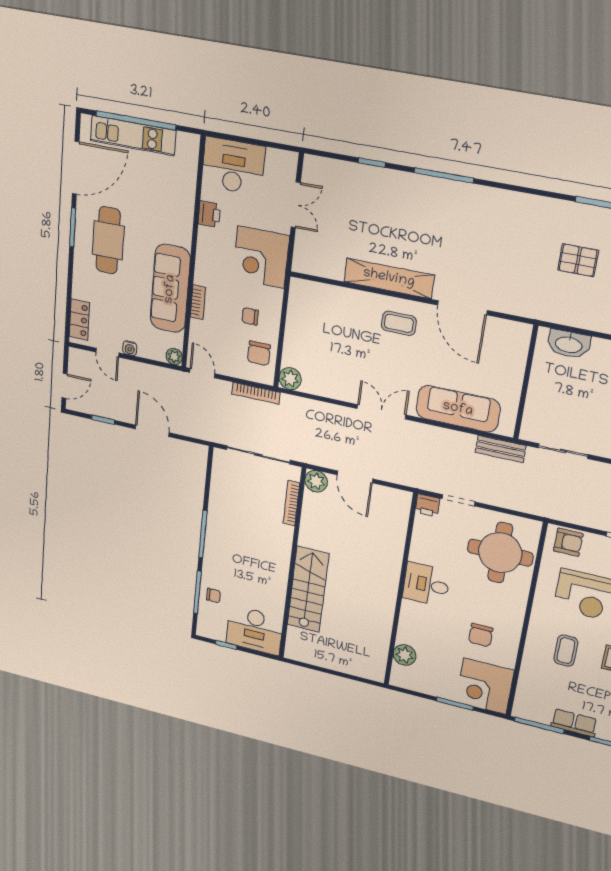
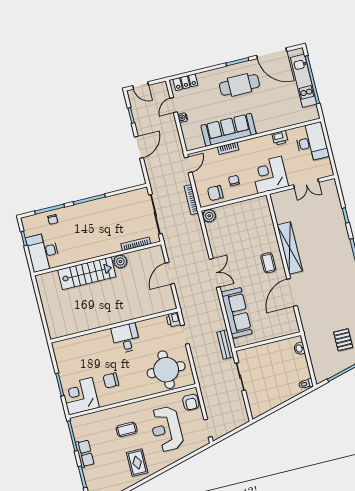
washbasin: (569, 344) -> (299, 348), width x0.52, depth x0.69
plant: (174, 356) -> (190, 145), removed
plant: (316, 481) -> (120, 262), moved
plant: (405, 655) -> (75, 344), removed

